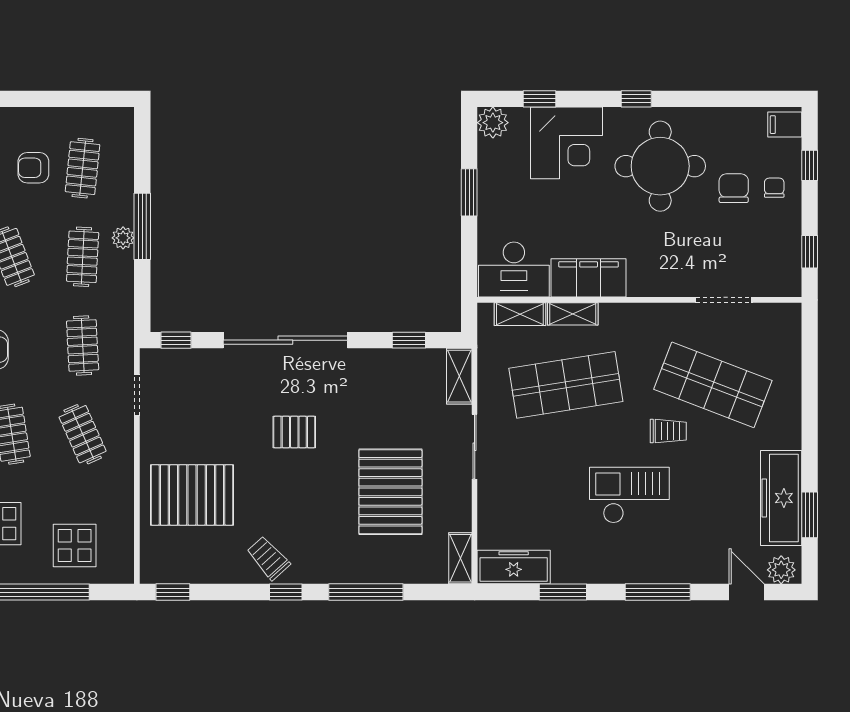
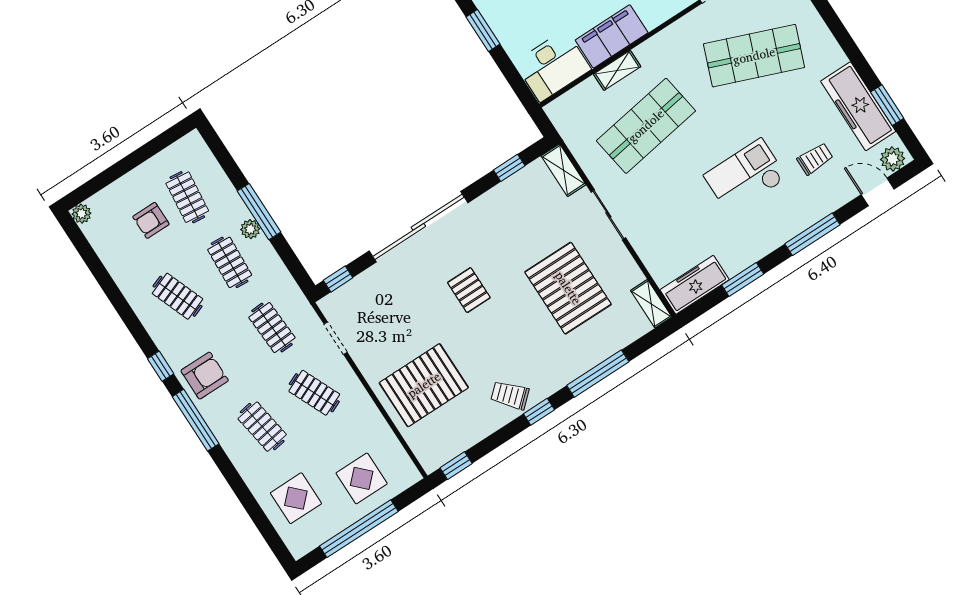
shelving: (520, 314) -> (578, 96), removed
trolley: (668, 431) -> (815, 159), moved
pallet: (294, 432) -> (469, 290), turned 90

